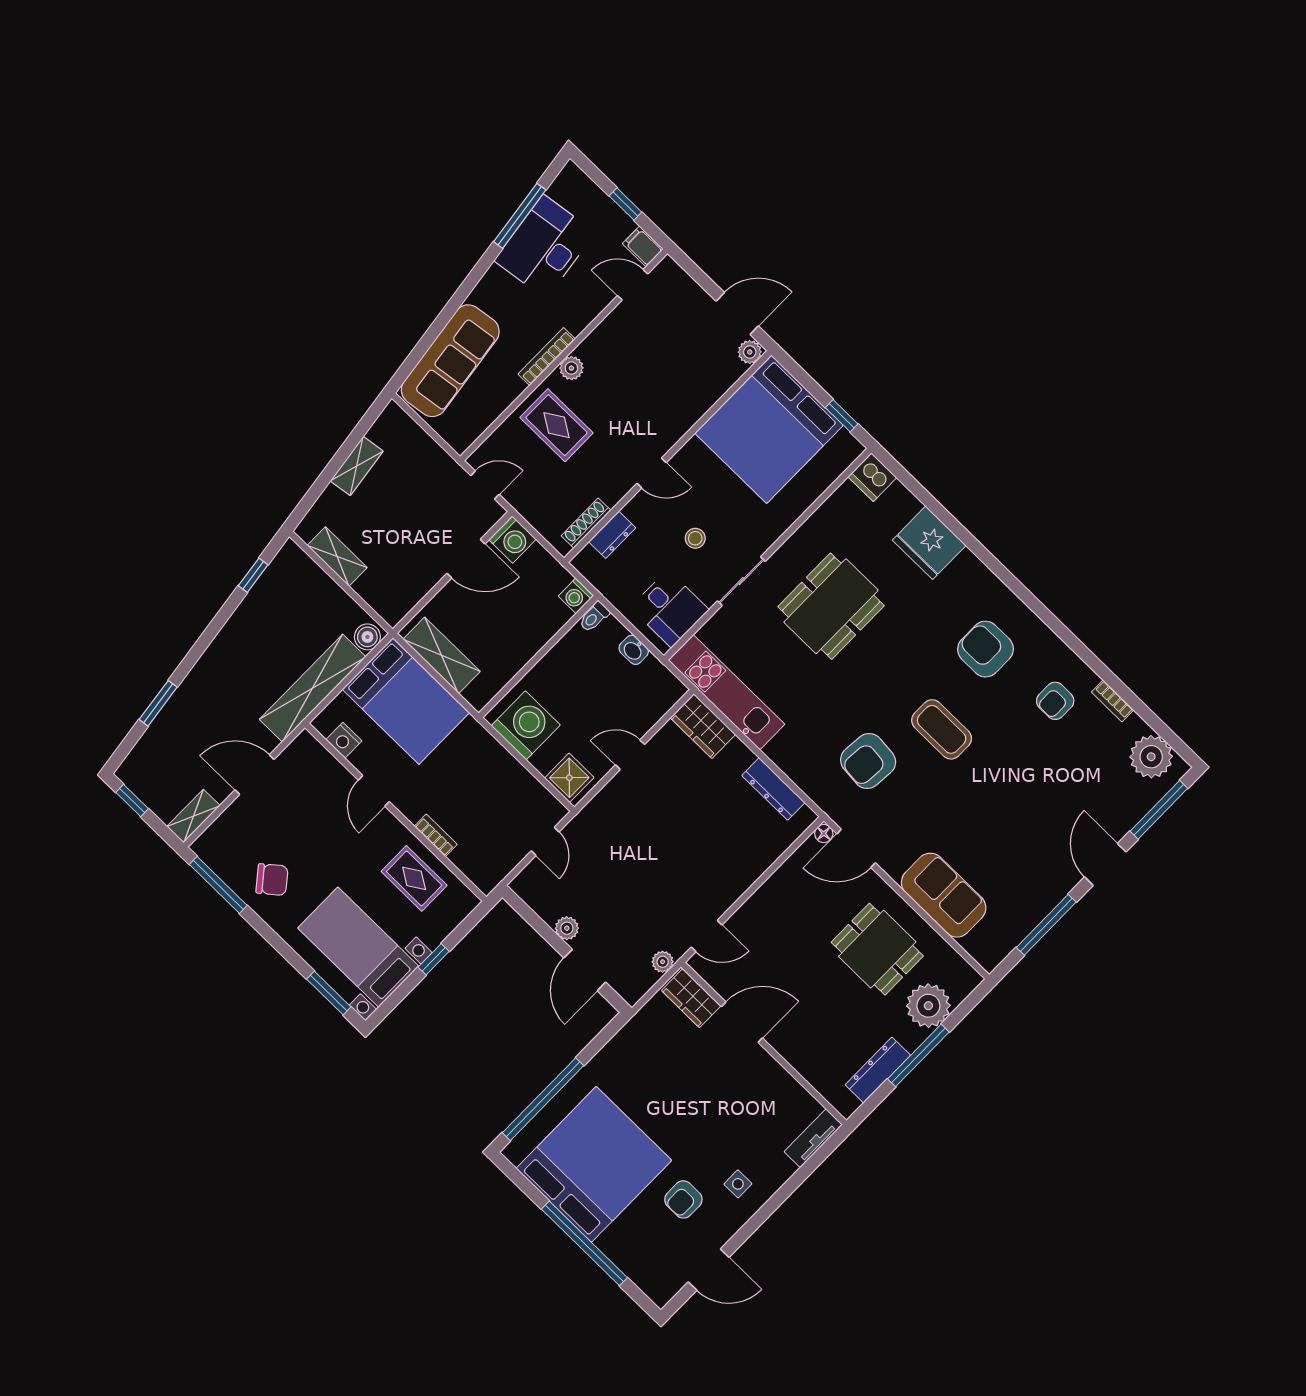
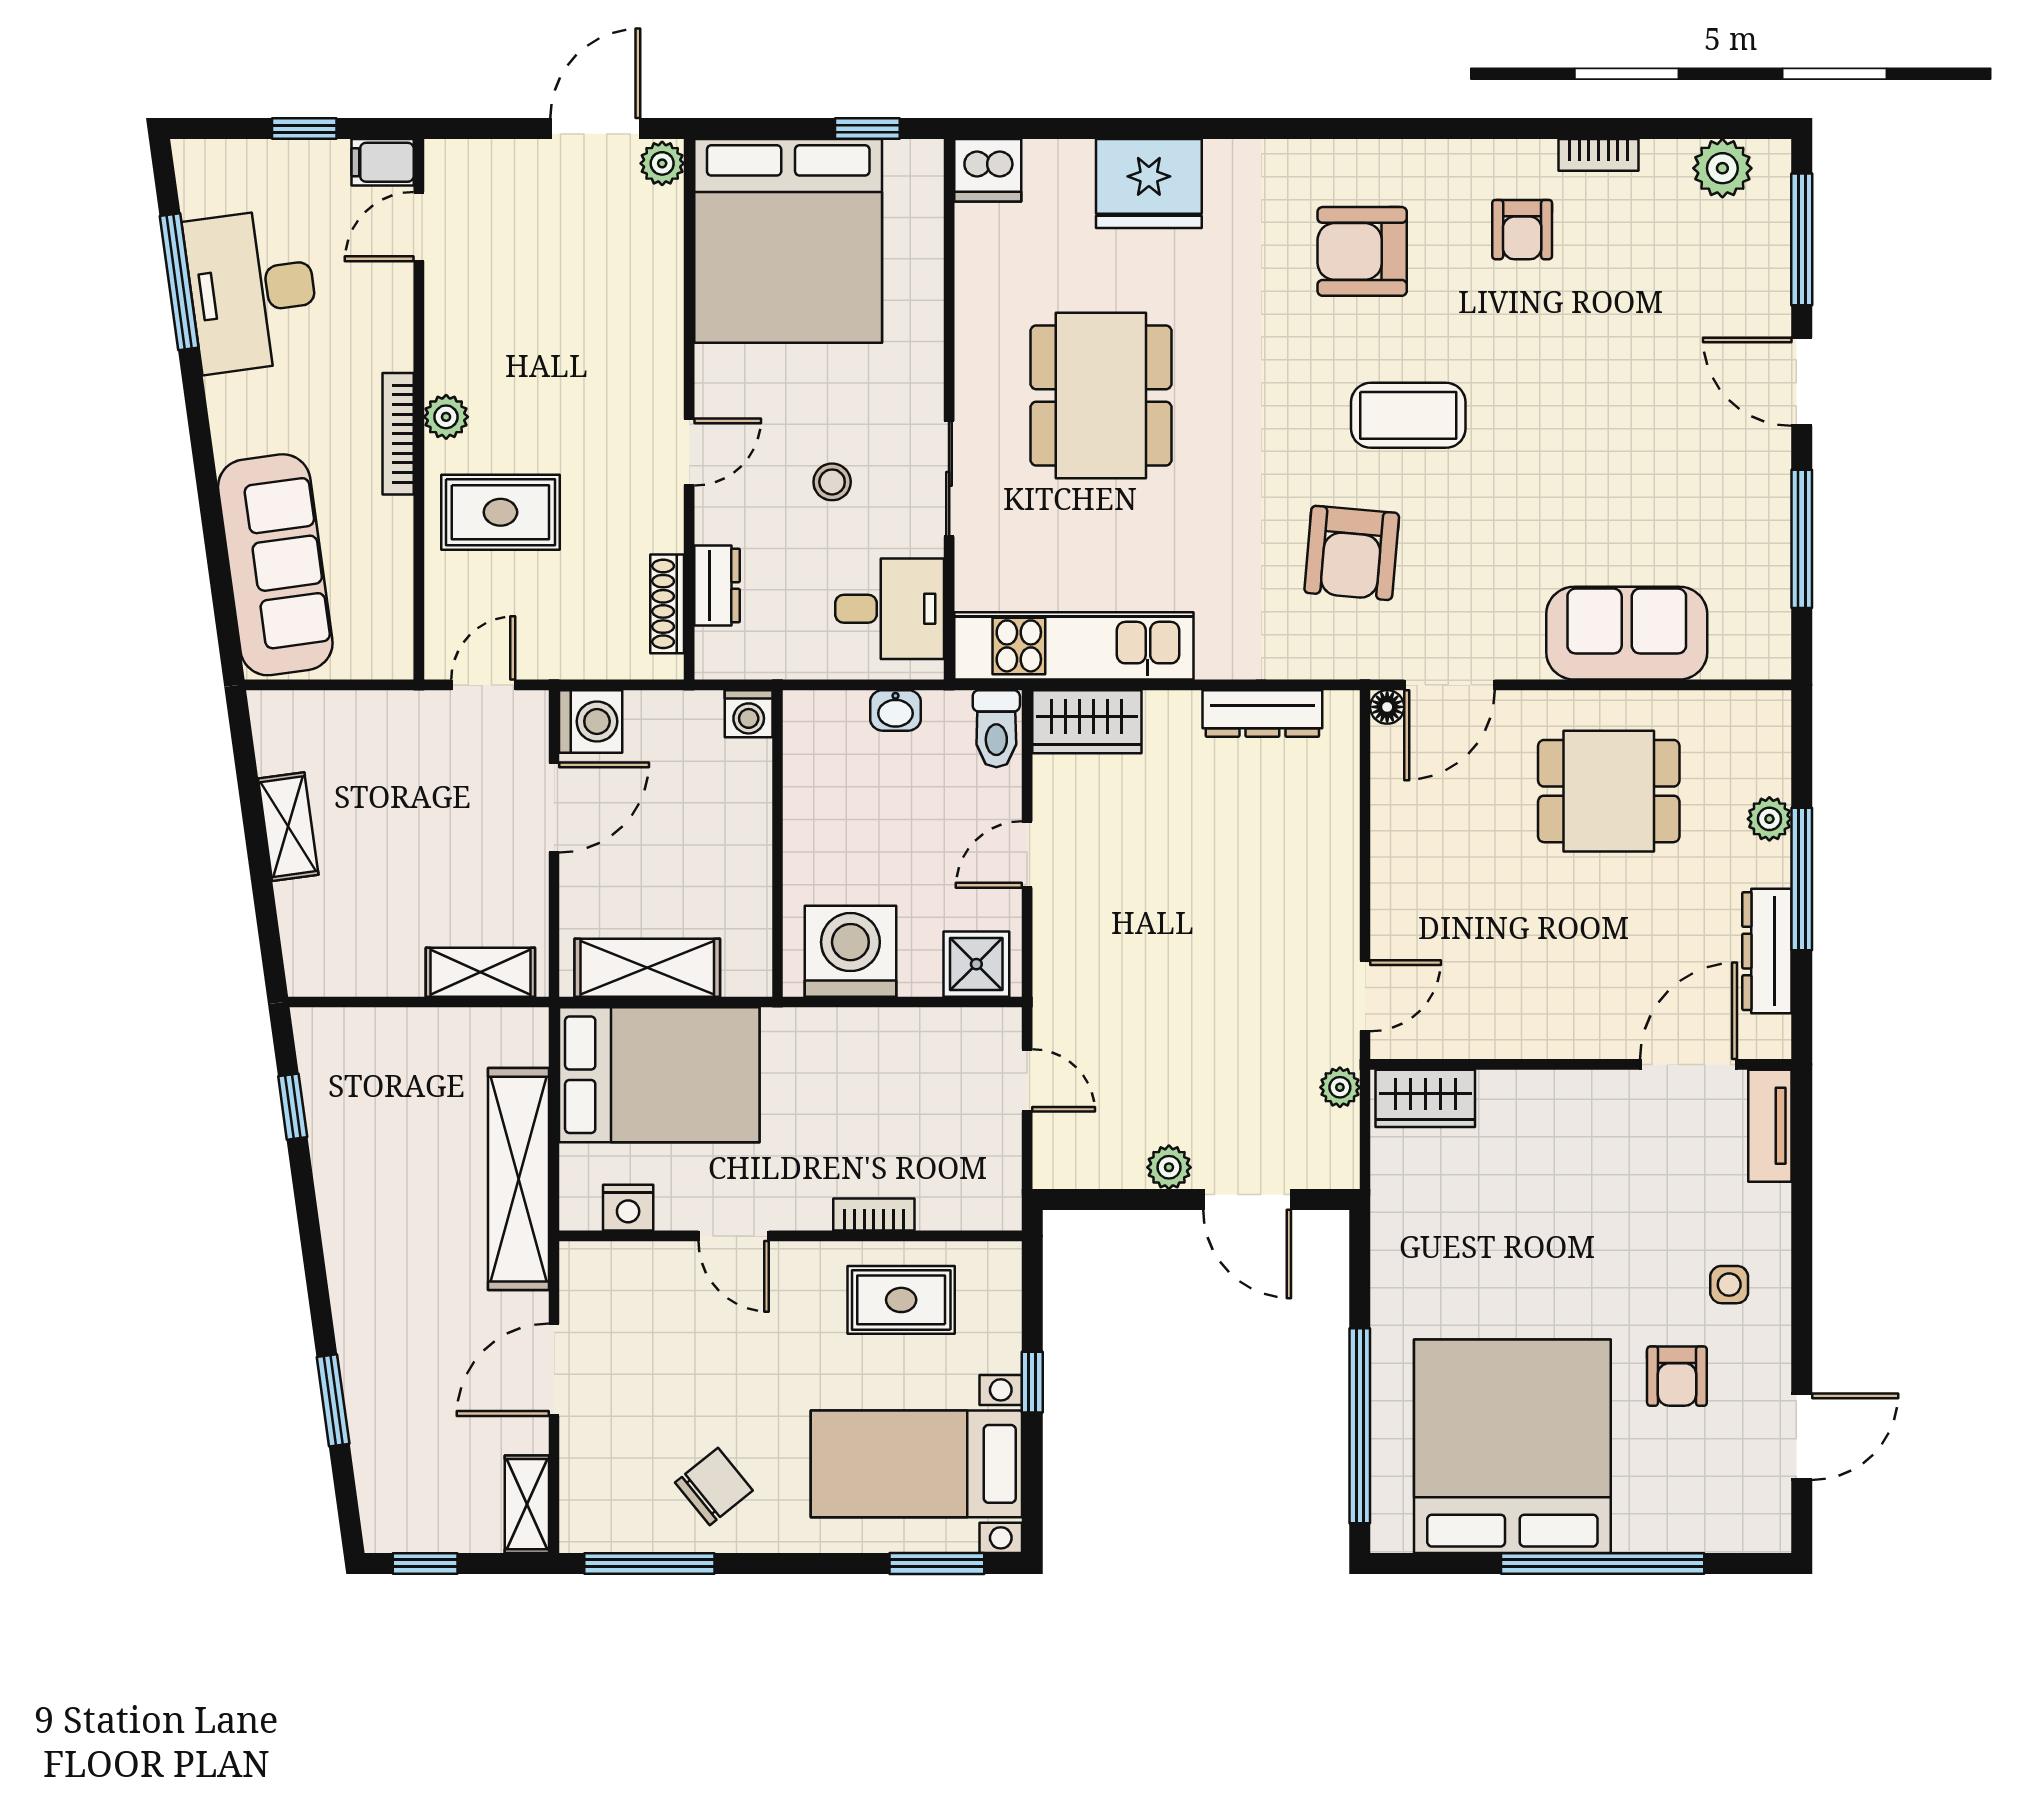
shelving: (337, 557) -> (480, 972), moved
toilet: (594, 617) -> (996, 729), moved, width x1.37, depth x1.39
boiler: (367, 637) -> (525, 1040), removed
plant: (1151, 757) -> (1722, 168), width x0.73, depth x0.73
plant: (928, 1006) -> (1769, 819), width x0.53, depth x0.53
door: (742, 1022) -> (1688, 1064), moved

